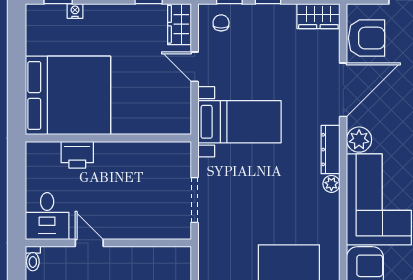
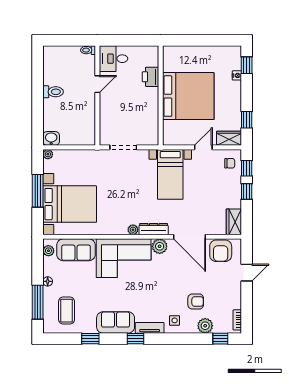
bed: (68, 95) -> (188, 96), moved, turned -90

